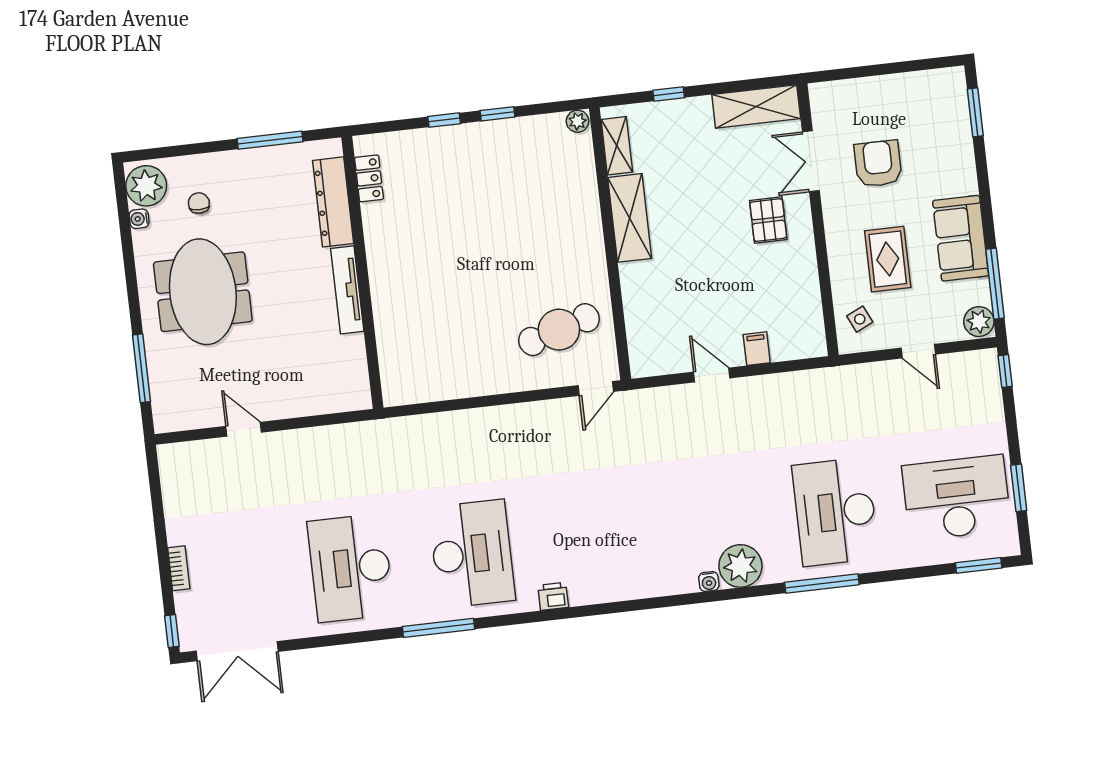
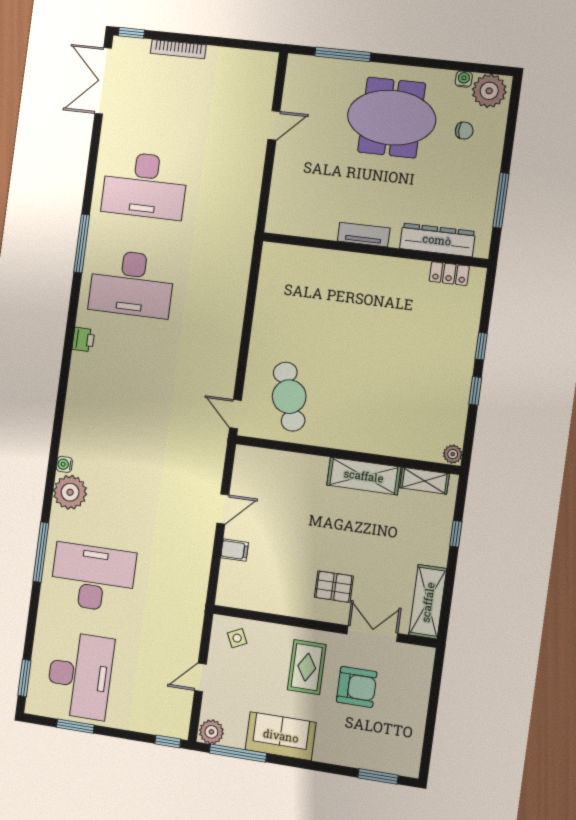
rug: (888, 259) -> (307, 667), moved, turned 90
tv unit: (347, 290) -> (364, 235), width x0.71
bookcase: (179, 568) -> (178, 49), width x1.56
desk: (351, 568) -> (145, 185), turned 180

